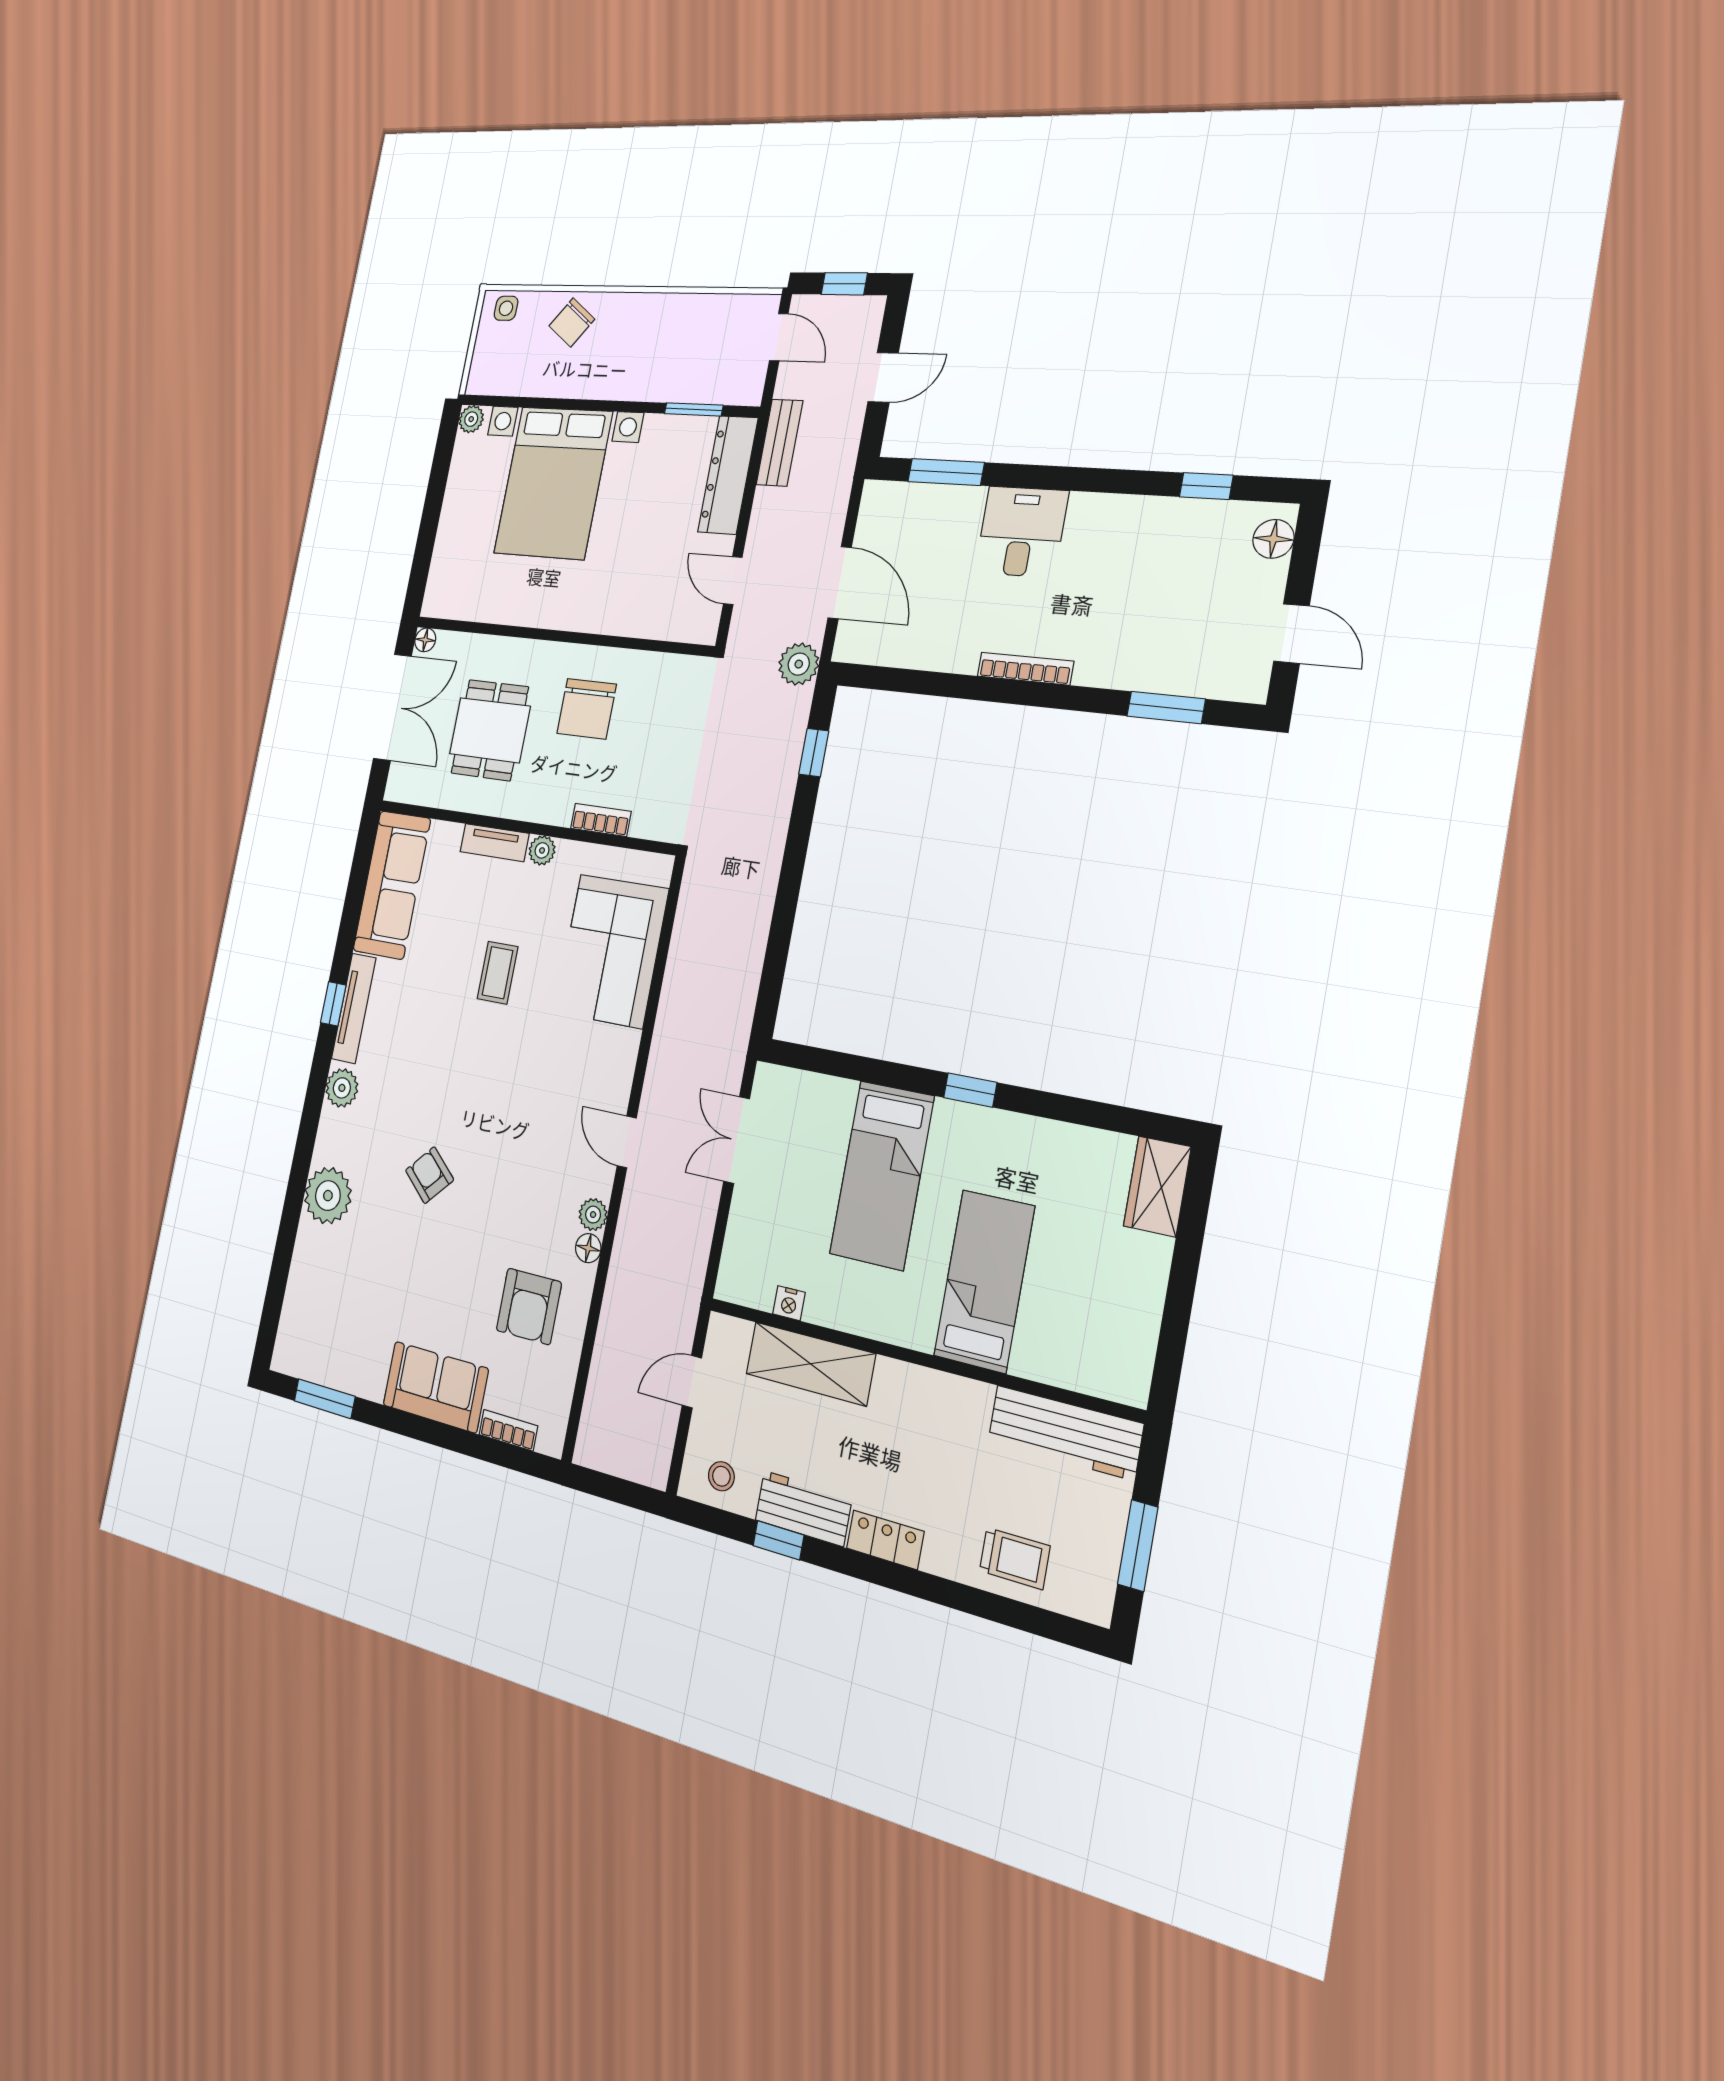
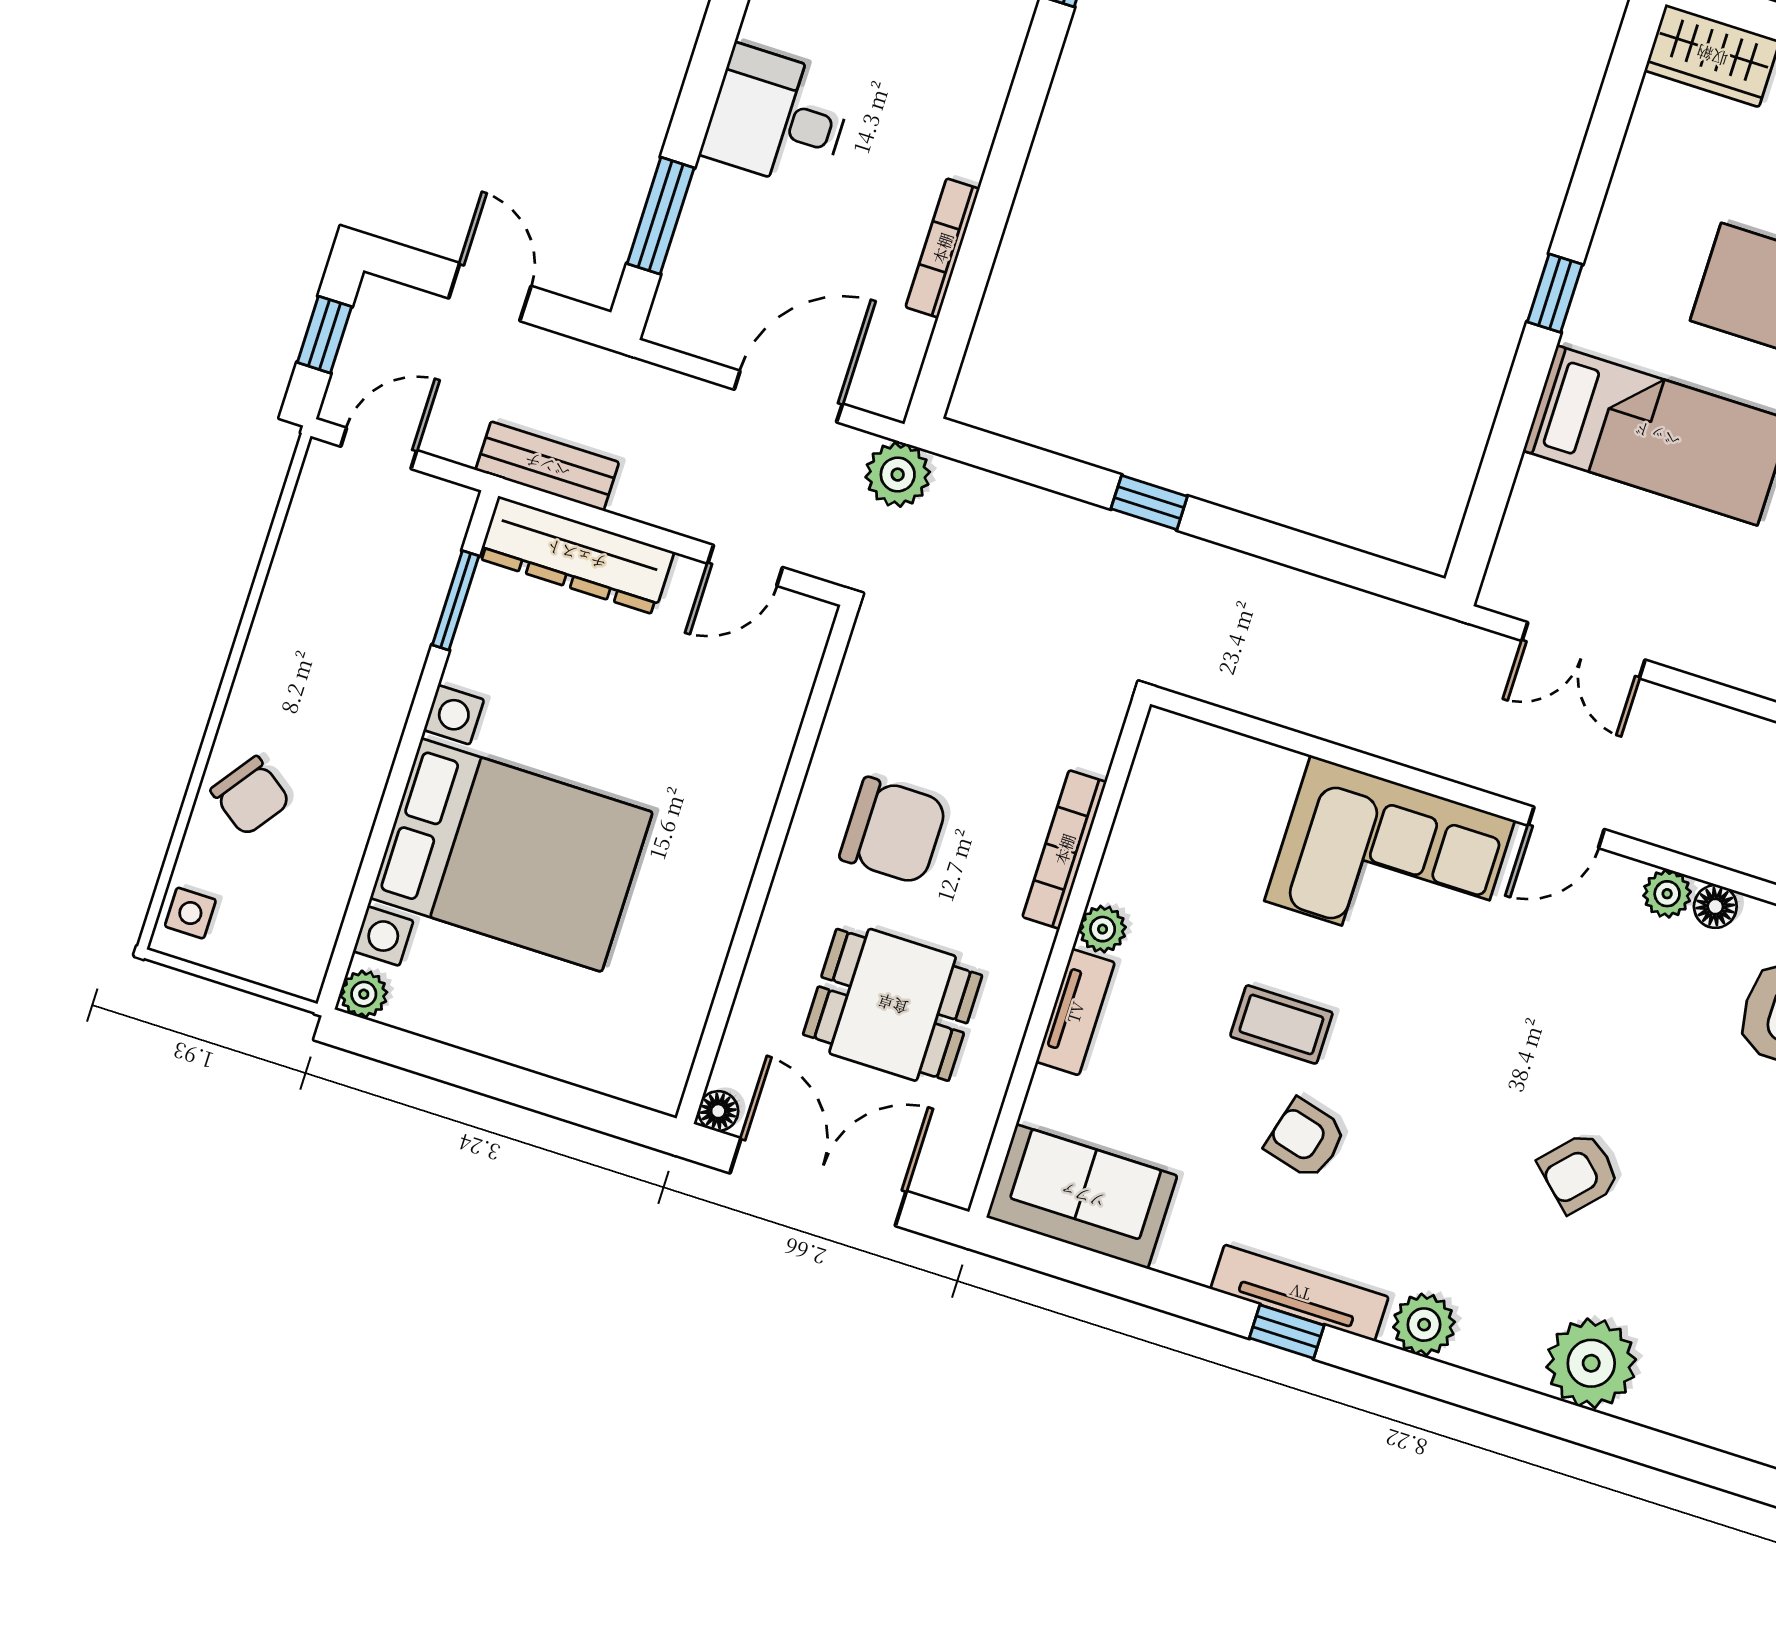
bookcase: (1025, 669) -> (942, 248), moved
window: (814, 753) -> (1149, 503), moved
bookcase: (601, 820) -> (1064, 849), width x1.56
sofa: (392, 885) -> (1082, 1196), width x0.73
corner sofa: (611, 951) -> (1390, 861), moved
armchair: (436, 999) -> (1306, 1139), added

